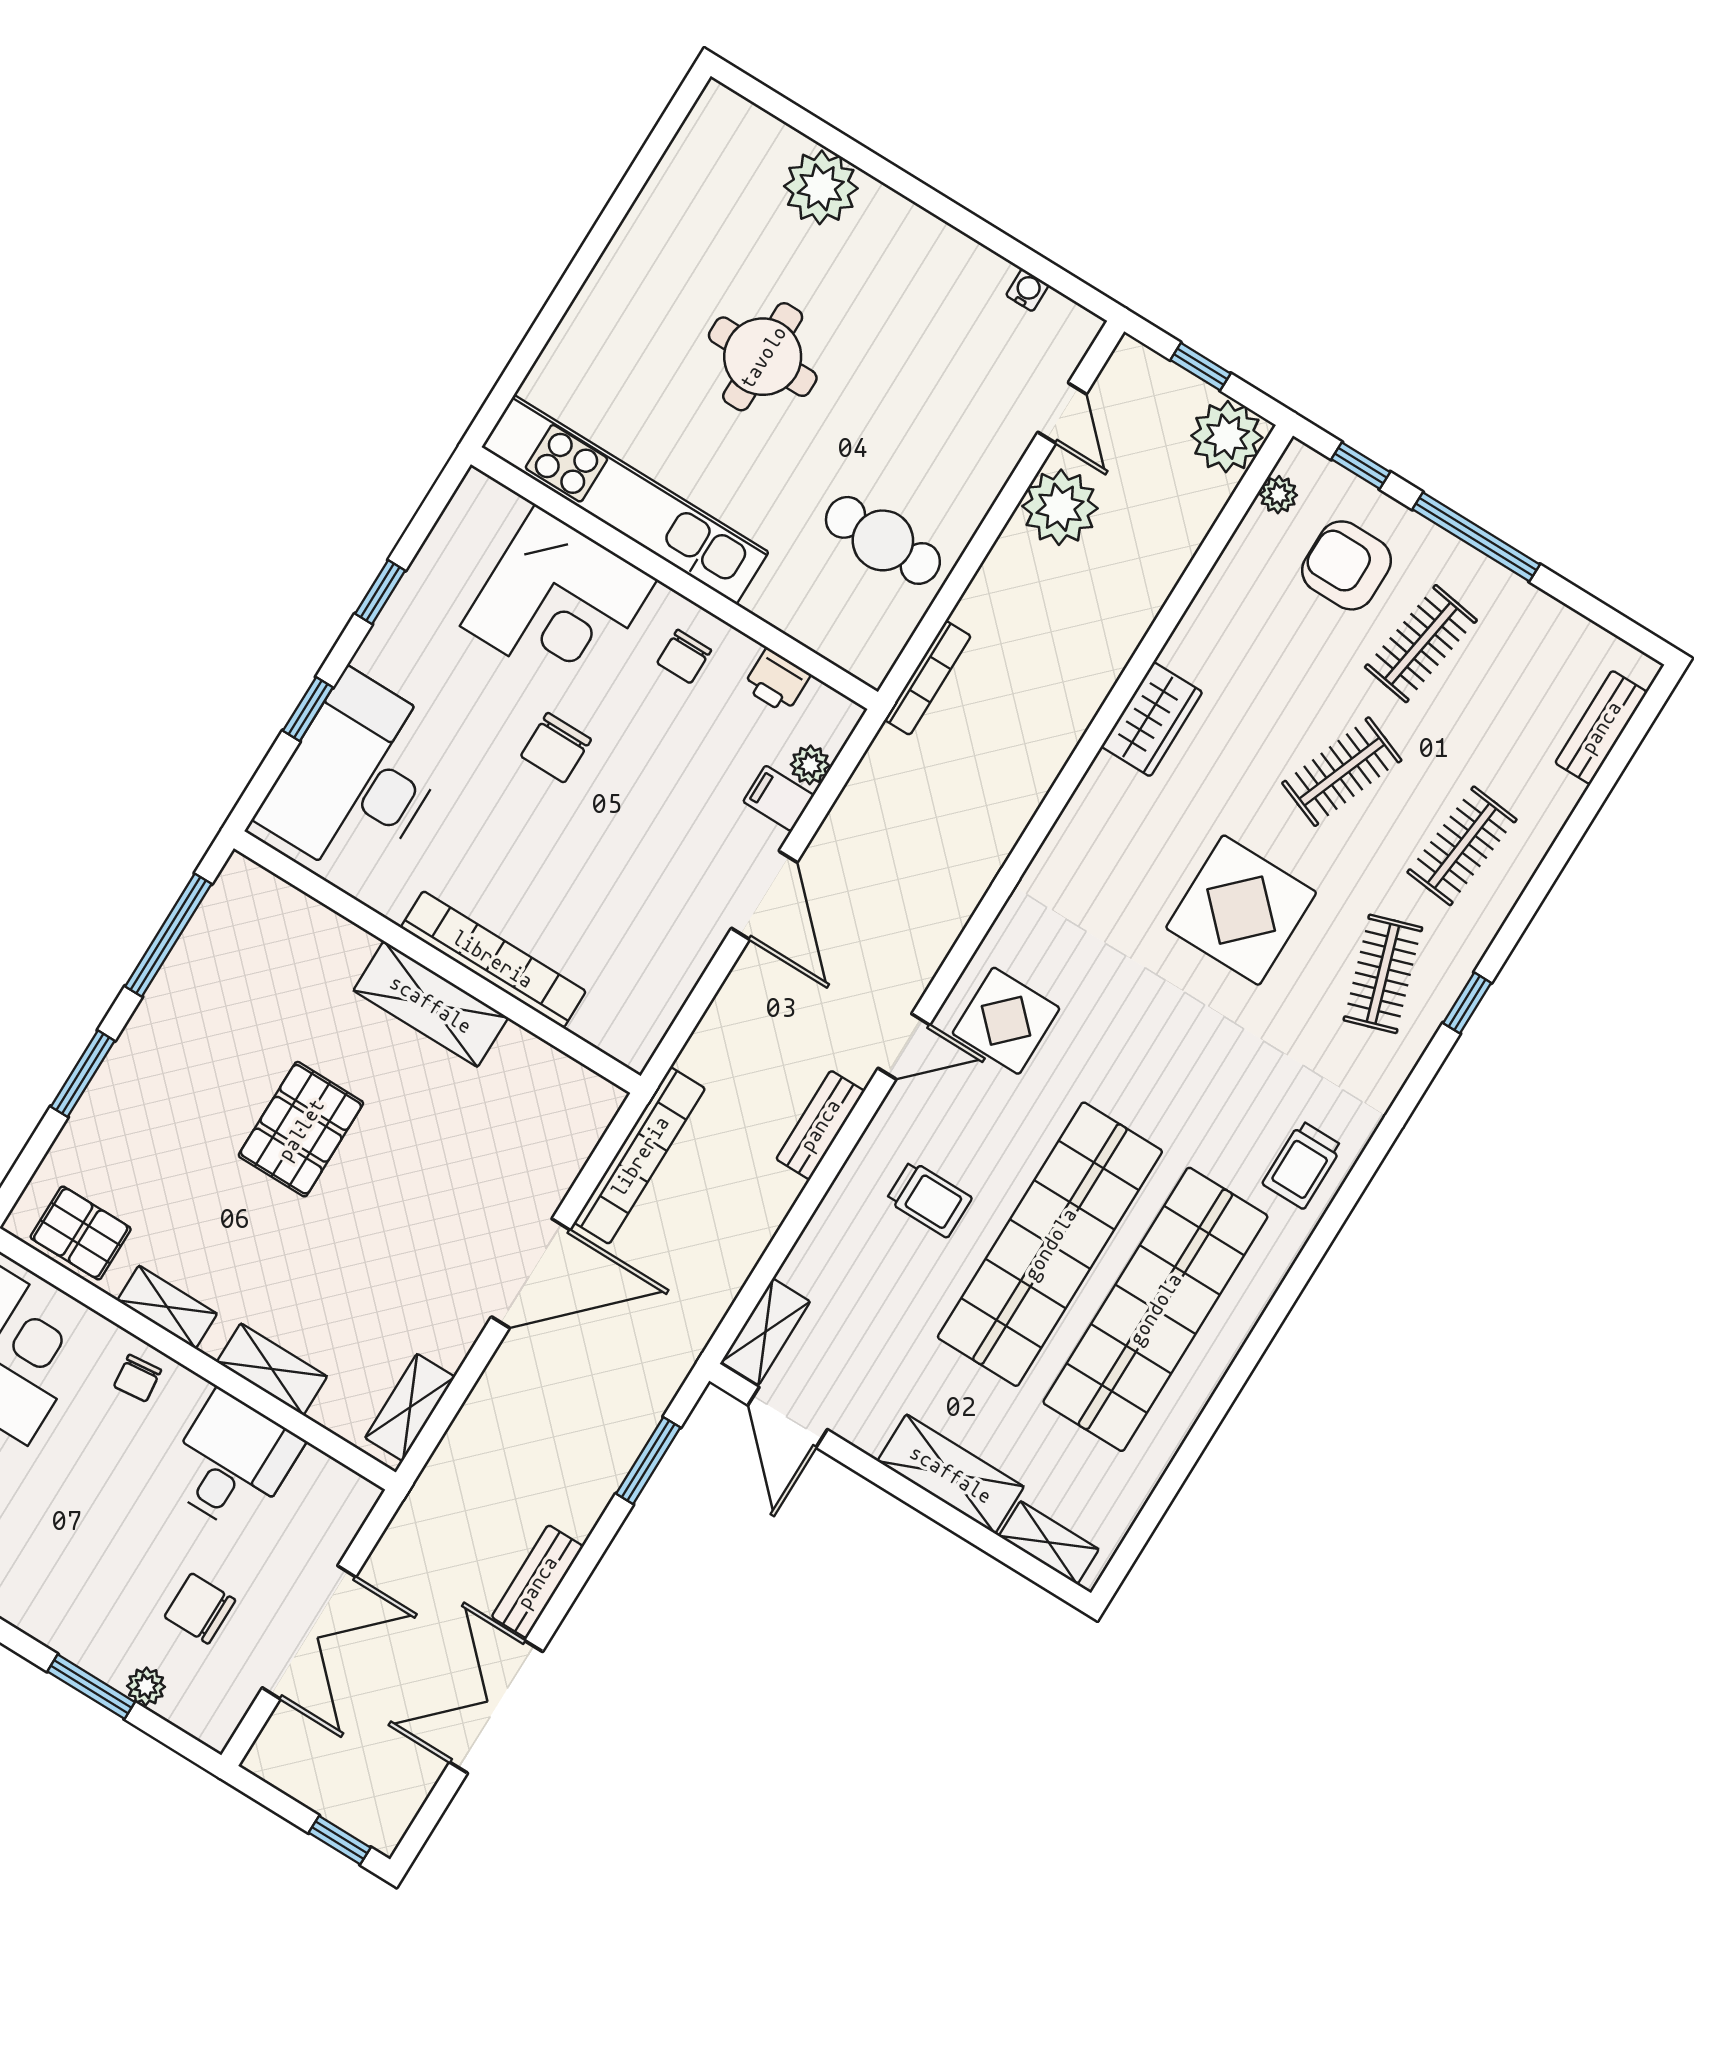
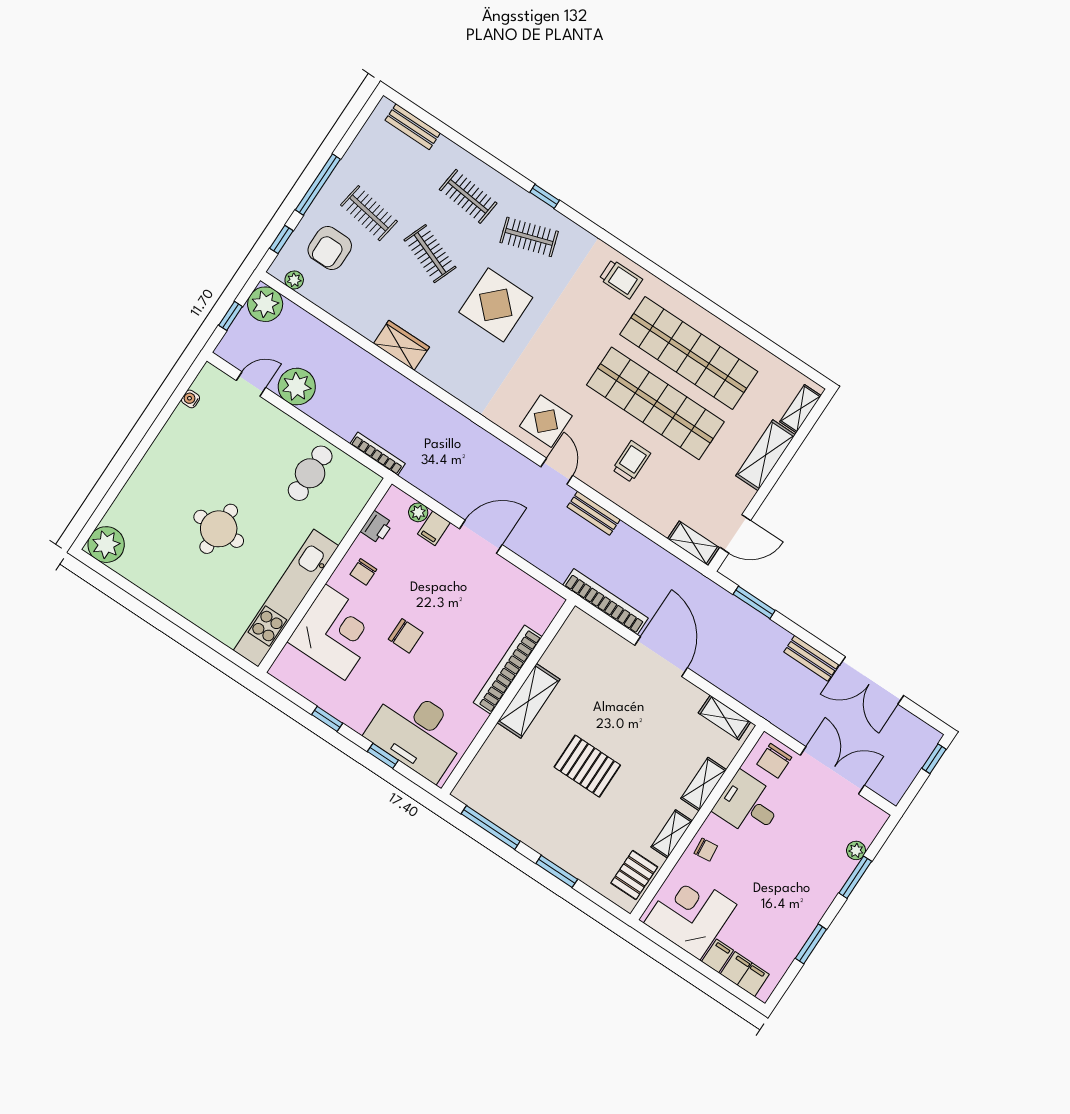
plant: (821, 187) -> (106, 545), moved
chair: (684, 657) -> (363, 572), turned 90
chair: (200, 1608) -> (774, 761), moved

